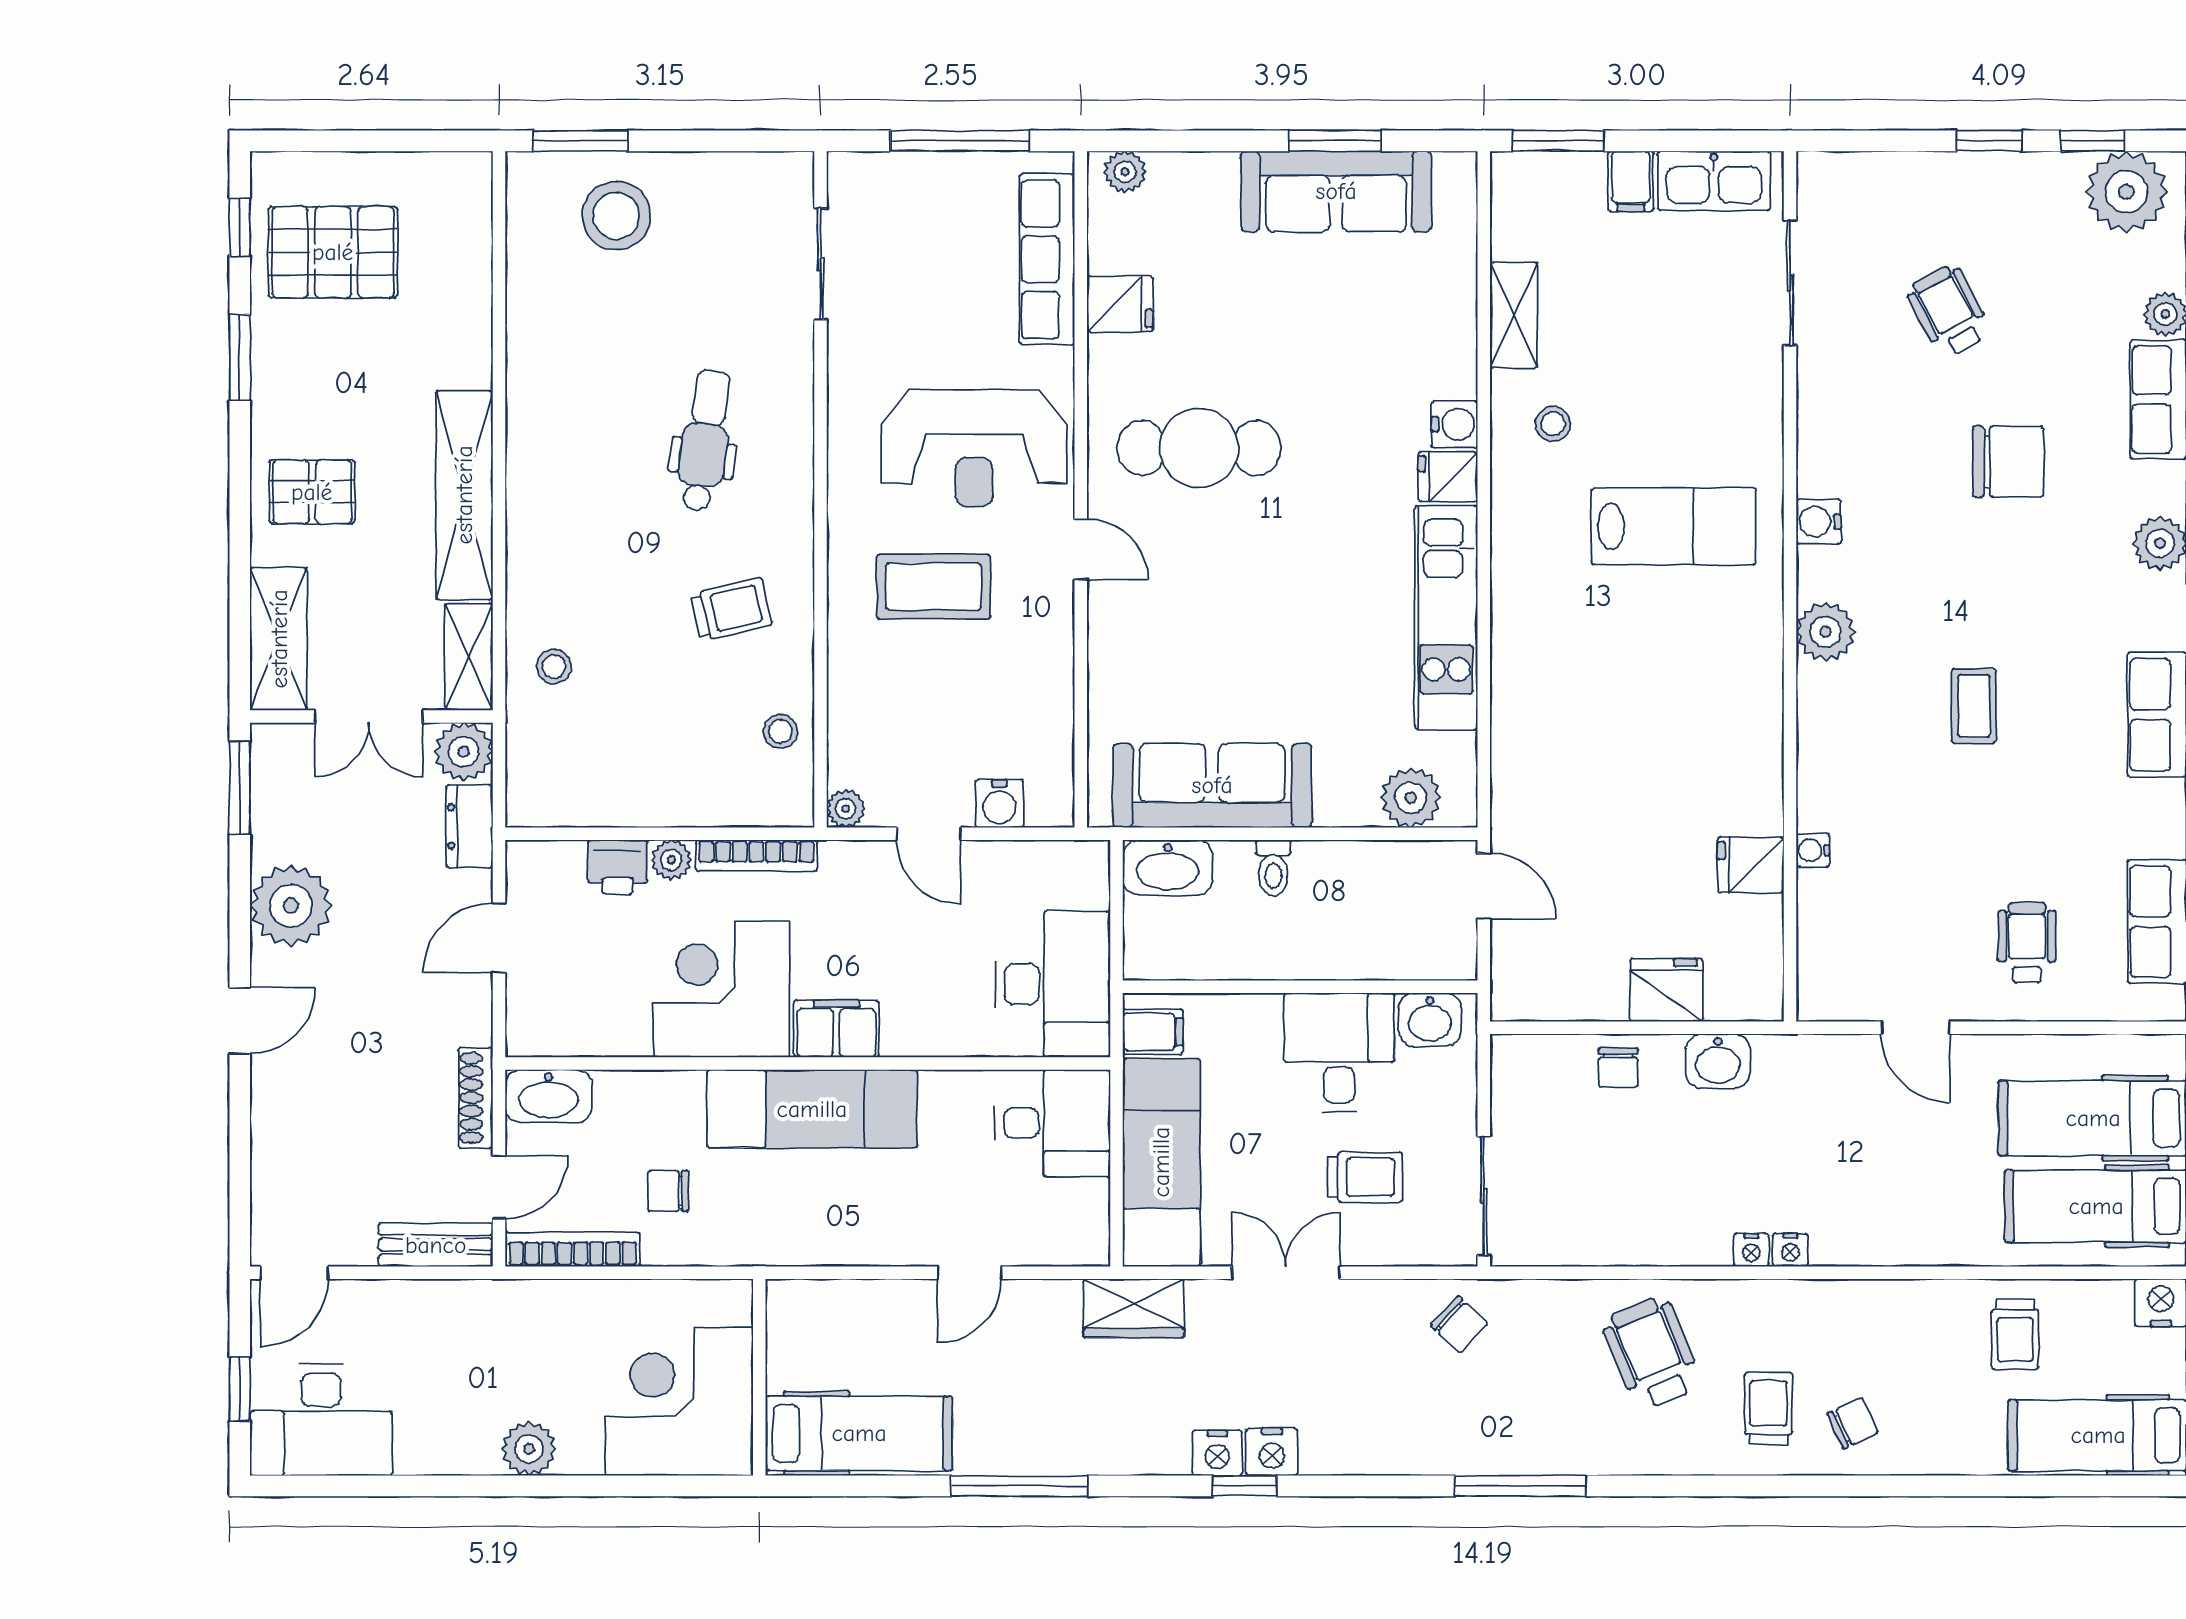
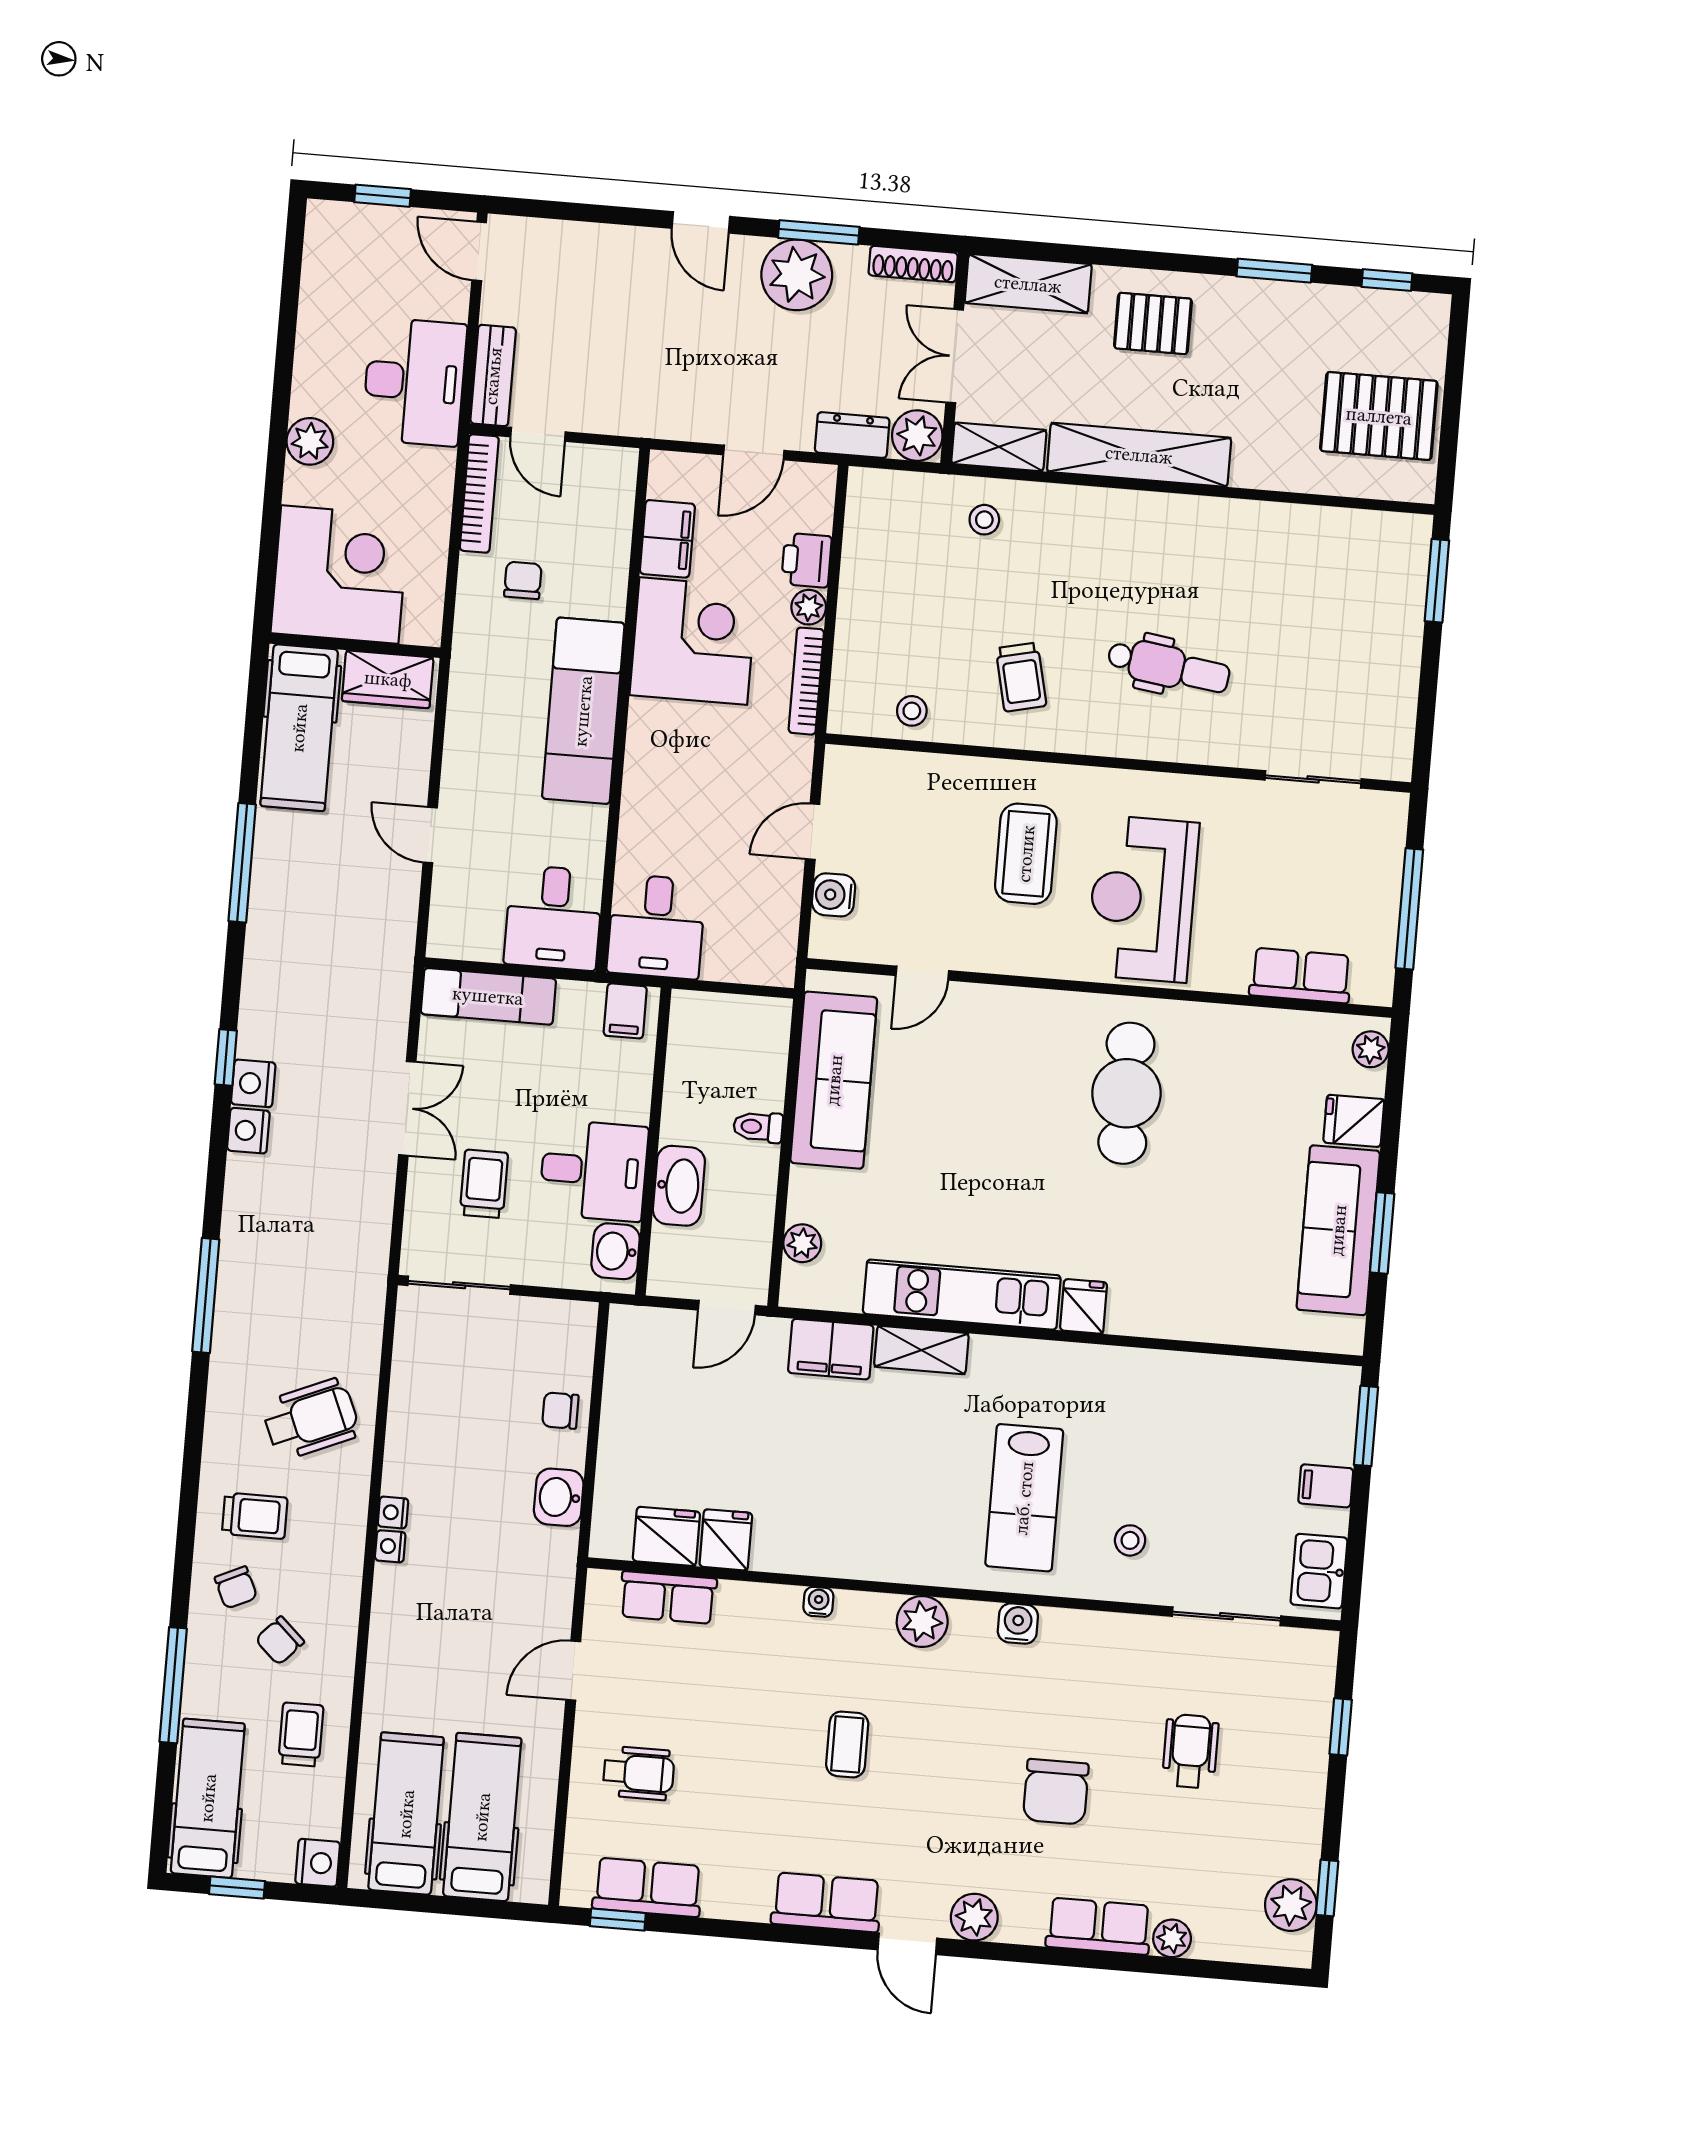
window: (1989, 141) -> (1341, 1727), moved
kitchen sink: (1714, 181) -> (1319, 1571), width x0.73
plant: (2126, 192) -> (1291, 1905), width x0.73, depth x0.73
stool: (616, 216) -> (1370, 606), removed
pallet: (333, 252) -> (1379, 416), moved, turned 90
row of seats: (1047, 259) -> (1301, 975), width x0.68
fridge: (1120, 304) -> (1354, 1121), moved, turned 90
wheelchair: (1949, 311) -> (1190, 1751), turned -62
shelving: (1514, 315) -> (921, 1350), moved
water cooler: (1454, 424) -> (1128, 1316), removed
stool: (1553, 424) -> (1130, 1540), moved
pallet: (312, 492) -> (1153, 323), turned 90
door: (1081, 549) -> (922, 973), moved
coffee table: (1974, 706) -> (847, 1744), turned 90
filing cabinet: (1521, 763) -> (831, 1349), added
window: (240, 788) -> (819, 232), moved
plant: (1411, 798) -> (802, 1243), width x0.73, depth x0.73
plant: (846, 809) -> (840, 762), removed
water cooler: (1813, 850) -> (818, 1602), moved
washbasin: (1168, 868) -> (679, 1186), moved, turned 180
row of seats: (1822, 926) -> (668, 1597), added
door: (499, 938) -> (754, 453), swing flipped
desk: (1053, 984) -> (656, 927), width x0.73
fridge: (1666, 990) -> (666, 1536), moved, turned -90
filing cabinet: (836, 1029) -> (667, 539), moved
washbasin: (549, 1096) -> (613, 484), removed
shoe rack: (476, 1098) -> (913, 264), moved, turned 180
exam couch: (1161, 1162) -> (488, 996), width x0.73, depth x0.69
trolley: (1365, 1177) -> (484, 1184), turned 180
wardrobe: (1134, 1308) -> (388, 679), moved, turned -90
chair: (1459, 1324) -> (280, 1641), moved
trolley: (2015, 1334) -> (301, 1734), turned 90
desk: (321, 1420) -> (414, 382), moved, turned 180
nightstand: (1217, 1453) -> (248, 1131), moved
window: (1971, 1486) -> (173, 1685), added

